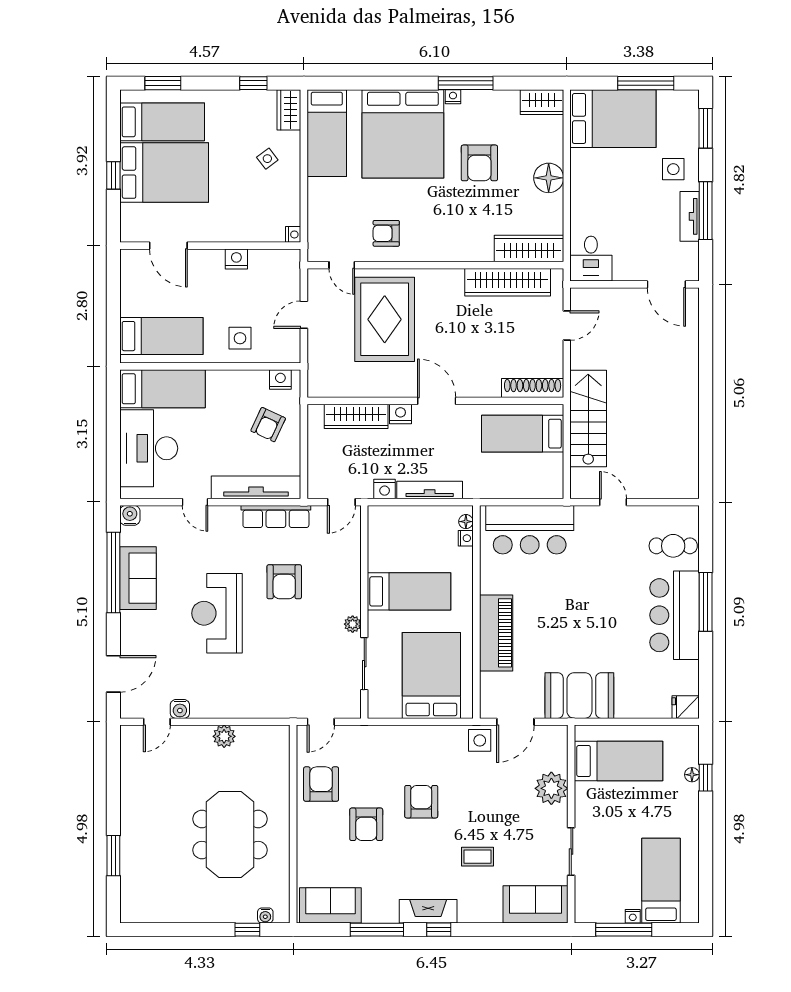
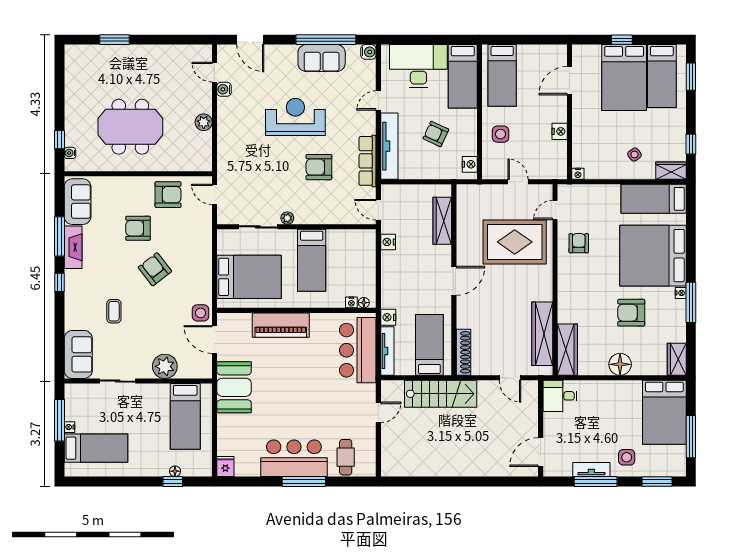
nightstand: (400, 414) -> (388, 317), moved, turned 180
armchair: (268, 425) -> (436, 134), moved
tv unit: (430, 490) -> (387, 351), moved
armchair: (421, 802) -> (155, 269), turned -128
fireplace: (428, 911) -> (73, 247), moved

